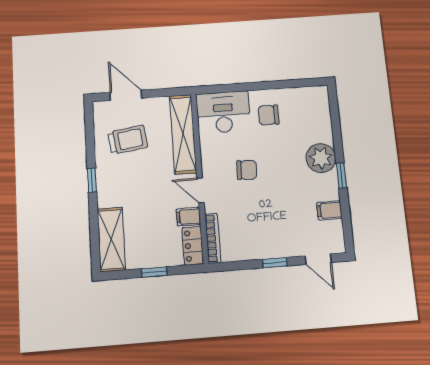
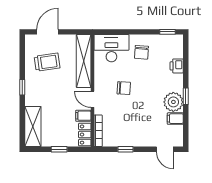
window: (304, 83) -> (168, 32), added
door: (126, 95) -> (48, 32), hinge flipped
chair: (269, 115) -> (141, 52), turned -86
printer: (323, 131) -> (177, 66), added
plant: (321, 158) -> (173, 102), moved
window: (275, 263) -> (126, 149), moved

